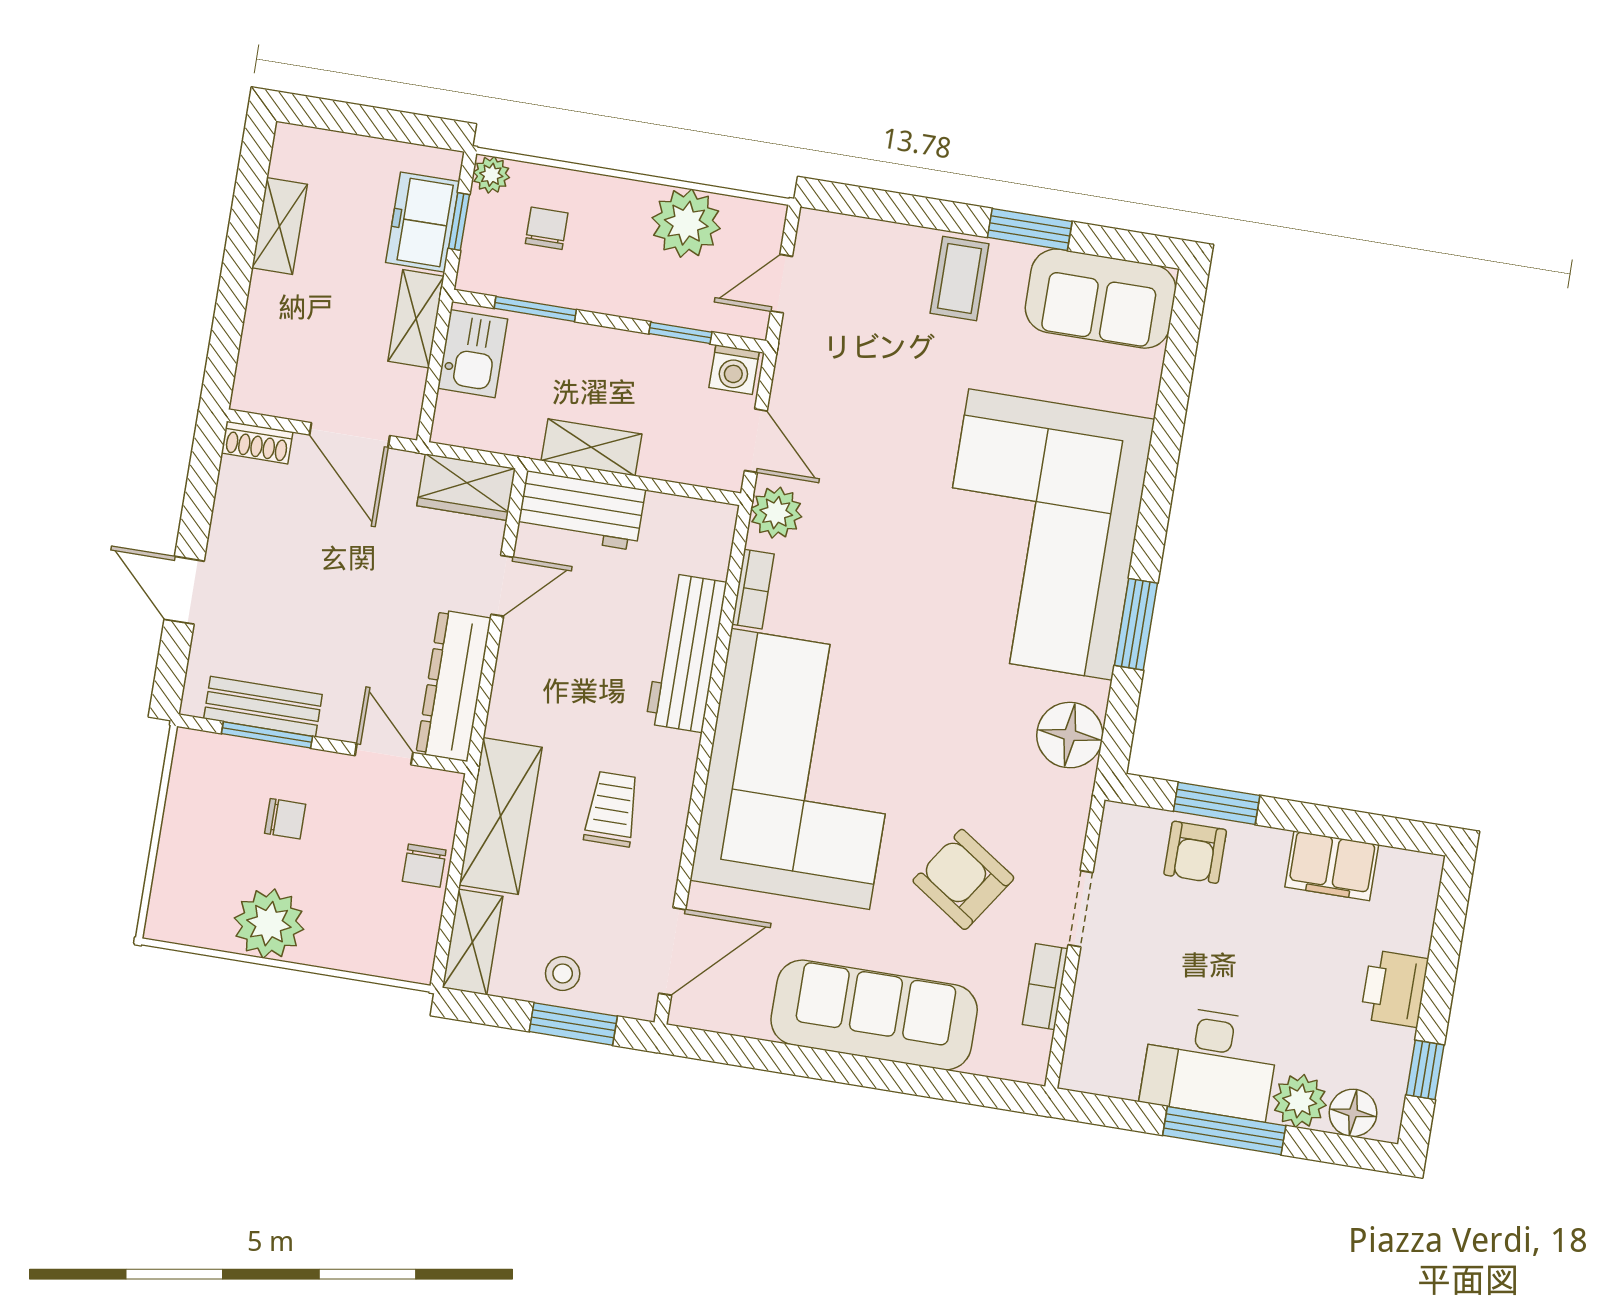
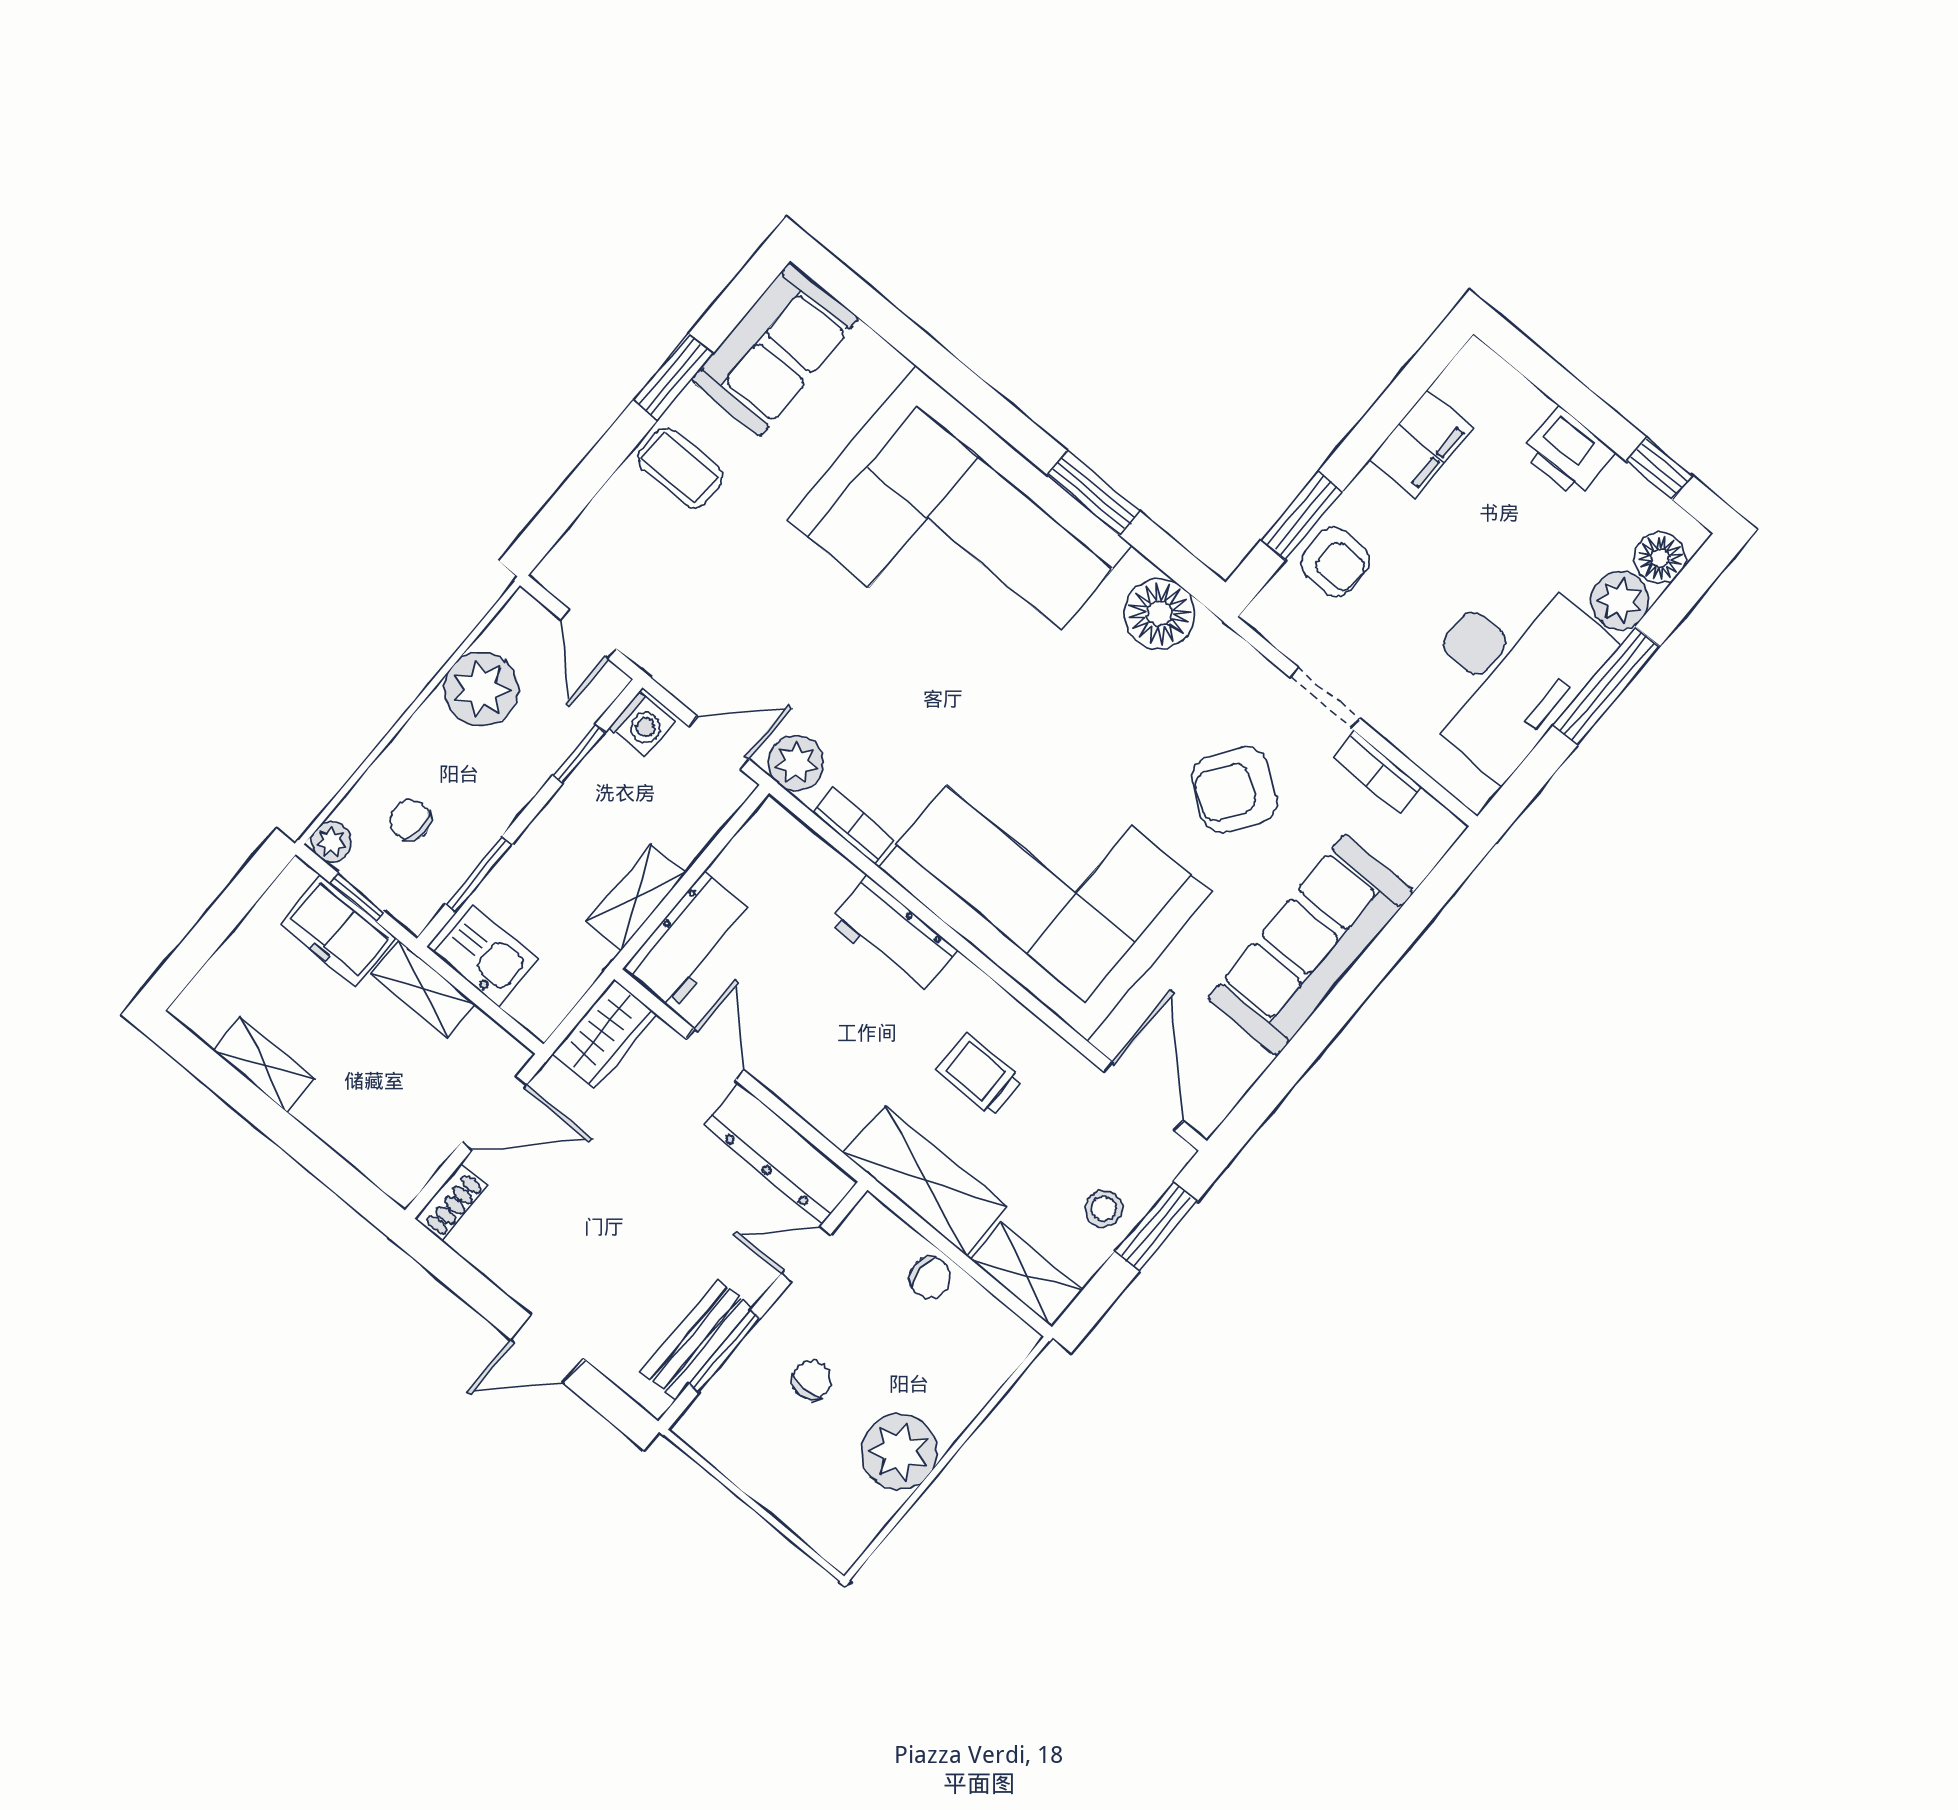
workbench: (686, 653) -> (893, 936), width x0.73
desk: (1210, 1062) -> (1508, 671), width x1.36, depth x1.30

